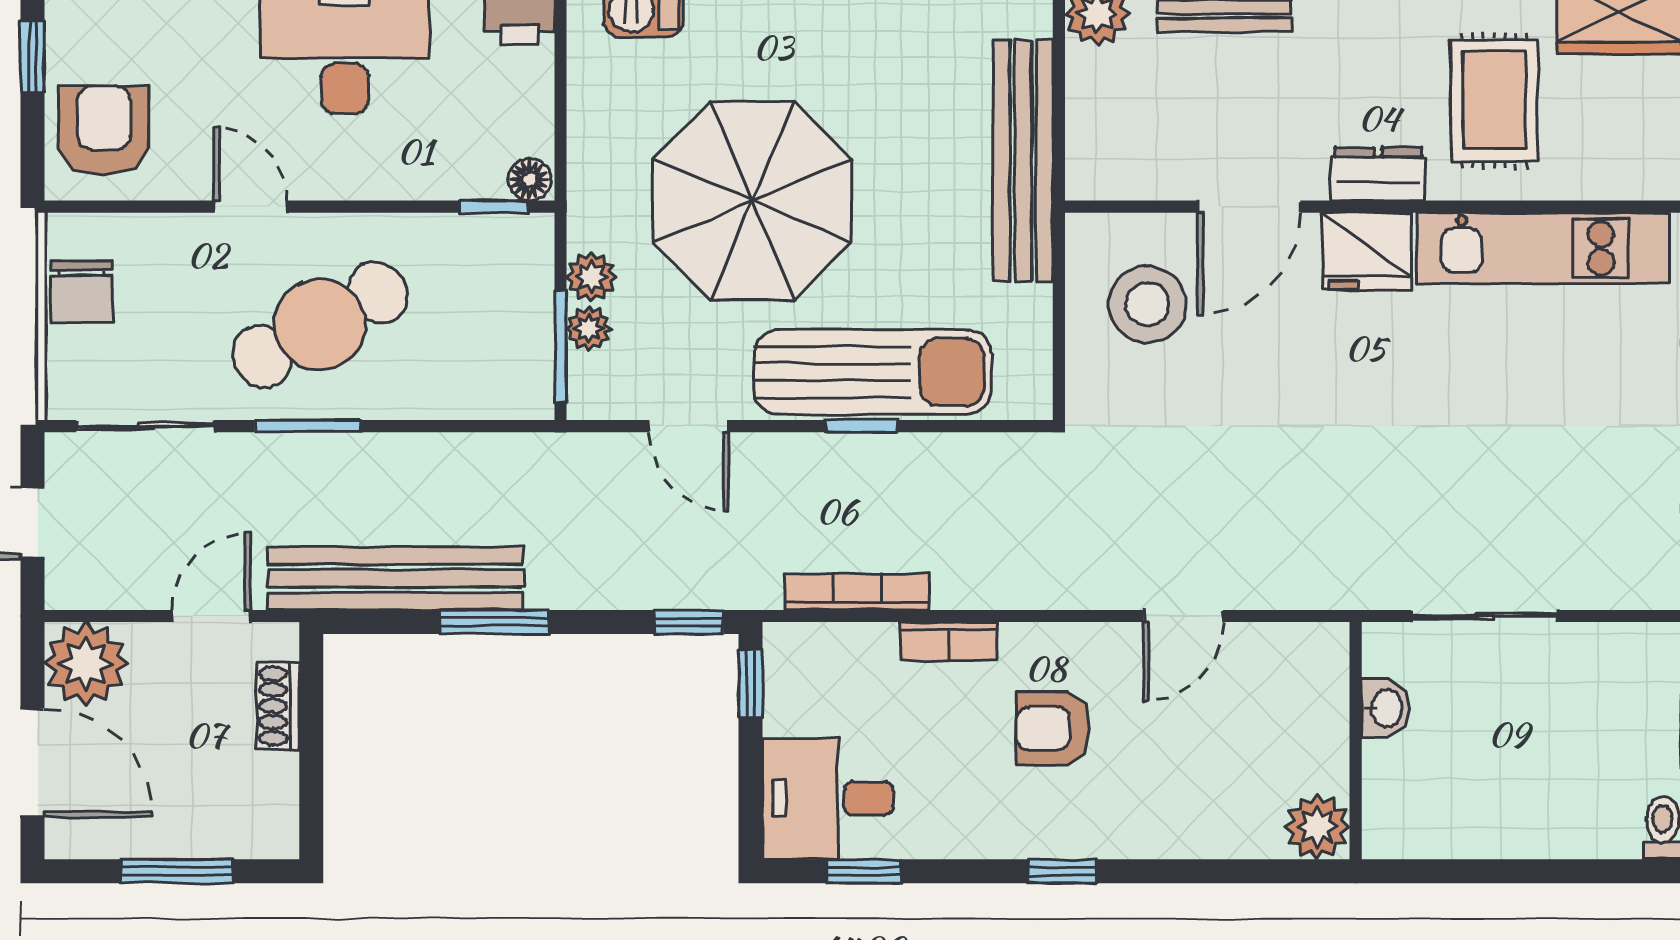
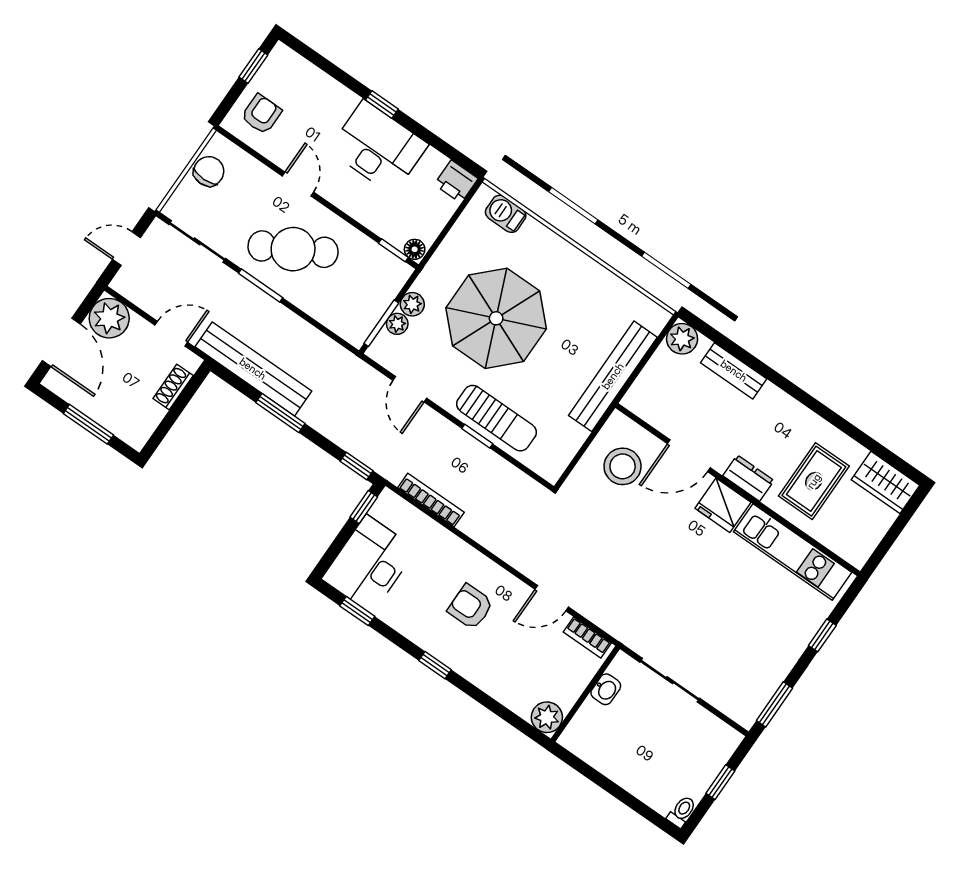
armchair: (104, 130) -> (261, 114), width x0.72, depth x0.72
chair: (82, 292) -> (209, 171), turned 180
sun lounger: (873, 372) -> (496, 418), width x0.73, depth x0.75
bookcase: (949, 641) -> (587, 638), moved
desk: (828, 799) -> (369, 564), width x1.37

